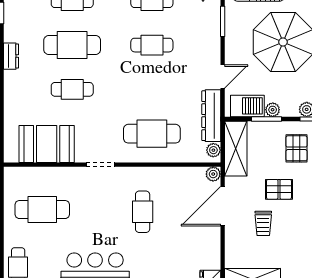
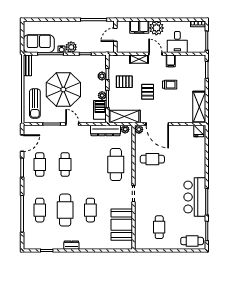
door: (223, 77) -> (72, 124), moved
cafe table: (42, 210) -> (159, 227), width x0.73, depth x0.74
cafe table: (143, 212) -> (152, 159), moved
trolley: (263, 223) -> (170, 85), moved

